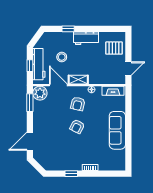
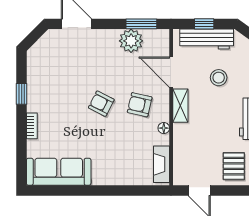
door: (58, 85) -> (171, 72), swing flipped
plant: (40, 93) -> (131, 41), moved
sofa: (117, 130) -> (59, 172), moved

